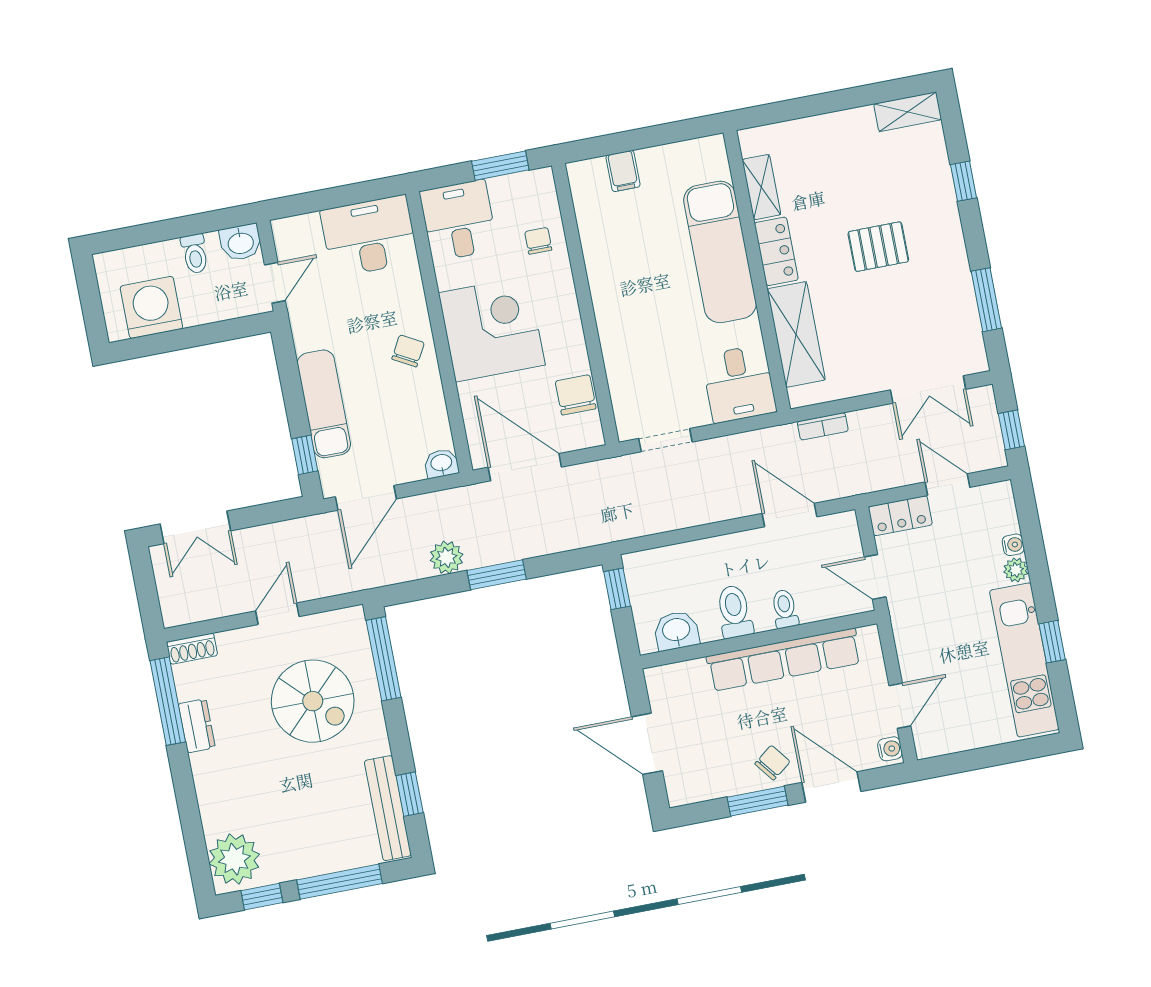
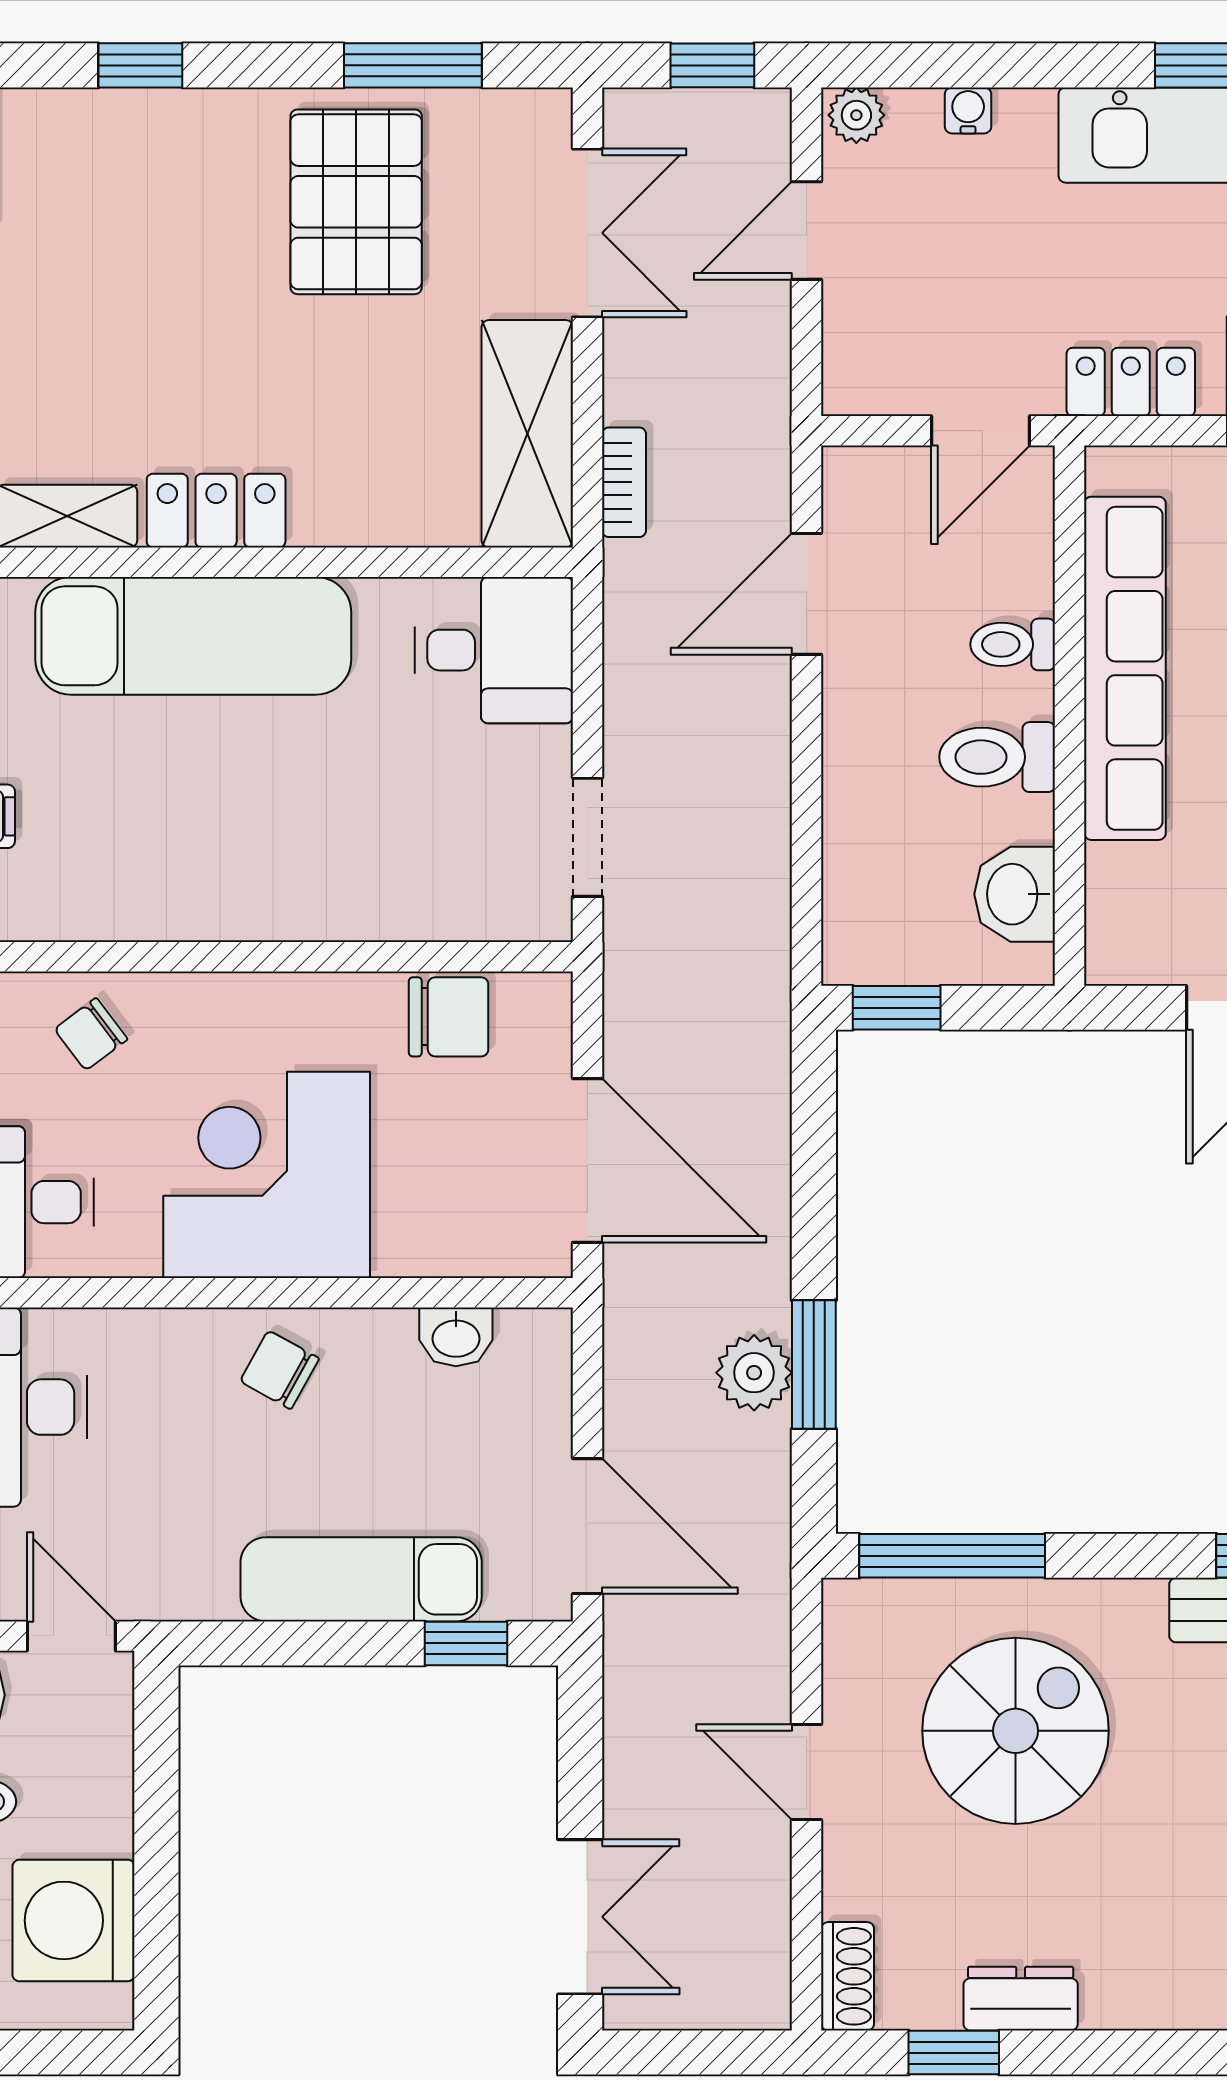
chair: (538, 241) -> (91, 1034), turned -37
pallet: (878, 247) -> (356, 202), moved, width x1.50, depth x1.42
shelving: (796, 334) -> (527, 434), moved, turned 90
chair: (576, 395) -> (449, 1017), turned 180
washbasin: (441, 463) -> (456, 1337), moved, turned -90
door: (525, 467) -> (587, 1160), swing flipped
locker: (900, 516) -> (1131, 382), moved, turned -90
plant: (1016, 570) -> (856, 115), moved
window: (497, 575) -> (814, 1365), moved
window: (168, 701) -> (954, 2053), width x0.46

